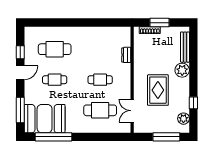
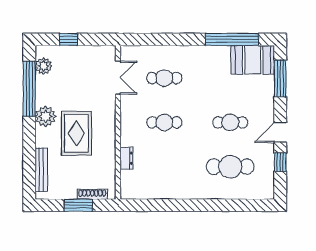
plant: (182, 70) -> (45, 116), moved
rug: (158, 90) -> (76, 133), moved
window: (193, 103) -> (29, 89), width x3.17
cafe table: (100, 110) -> (164, 78), width x0.73, depth x0.74
booth: (45, 119) -> (253, 60), width x0.73, depth x0.70
window: (166, 137) -> (68, 39), width x0.46

